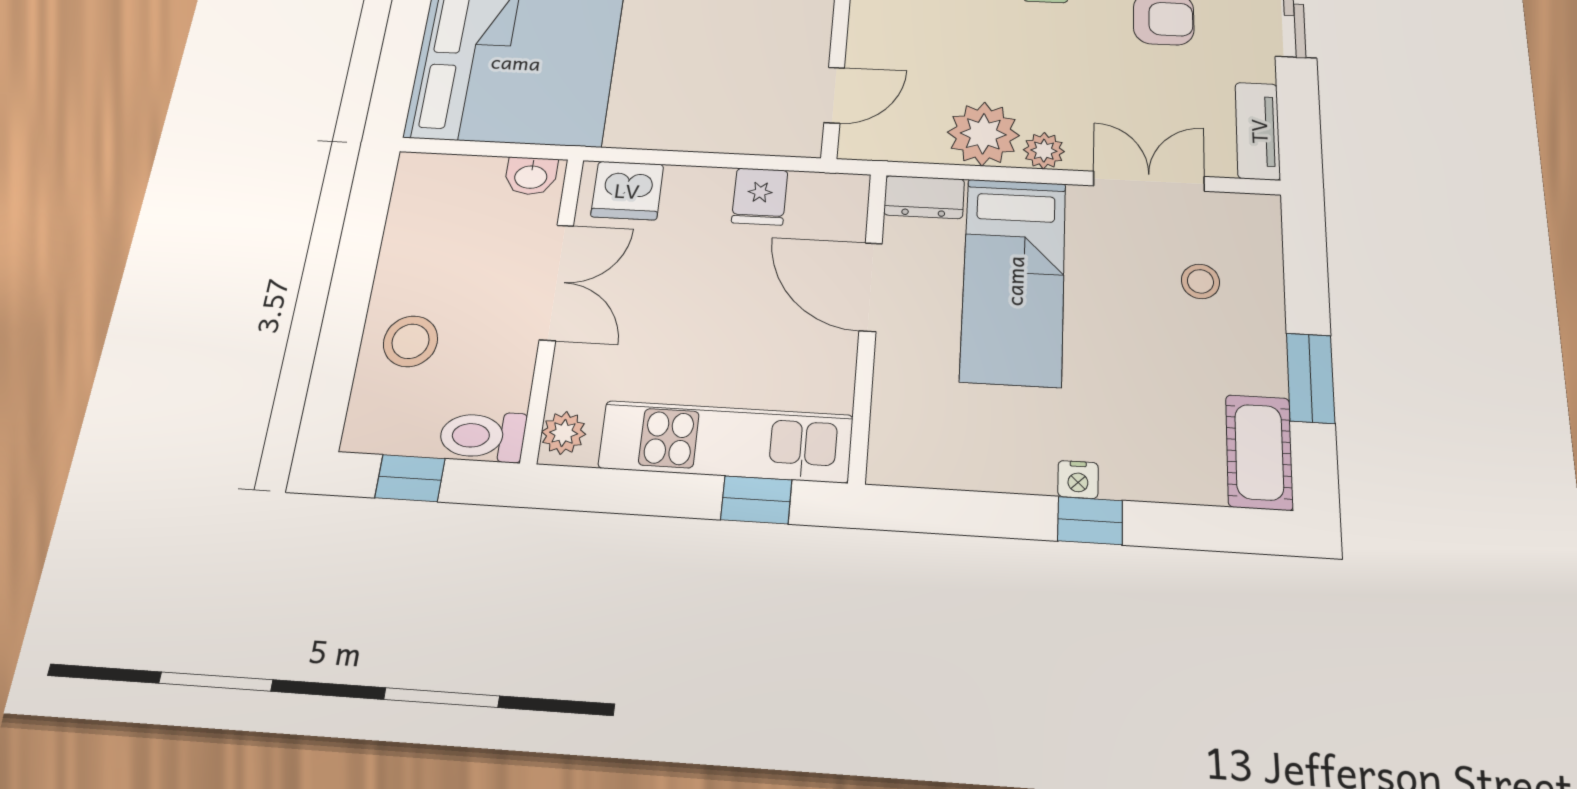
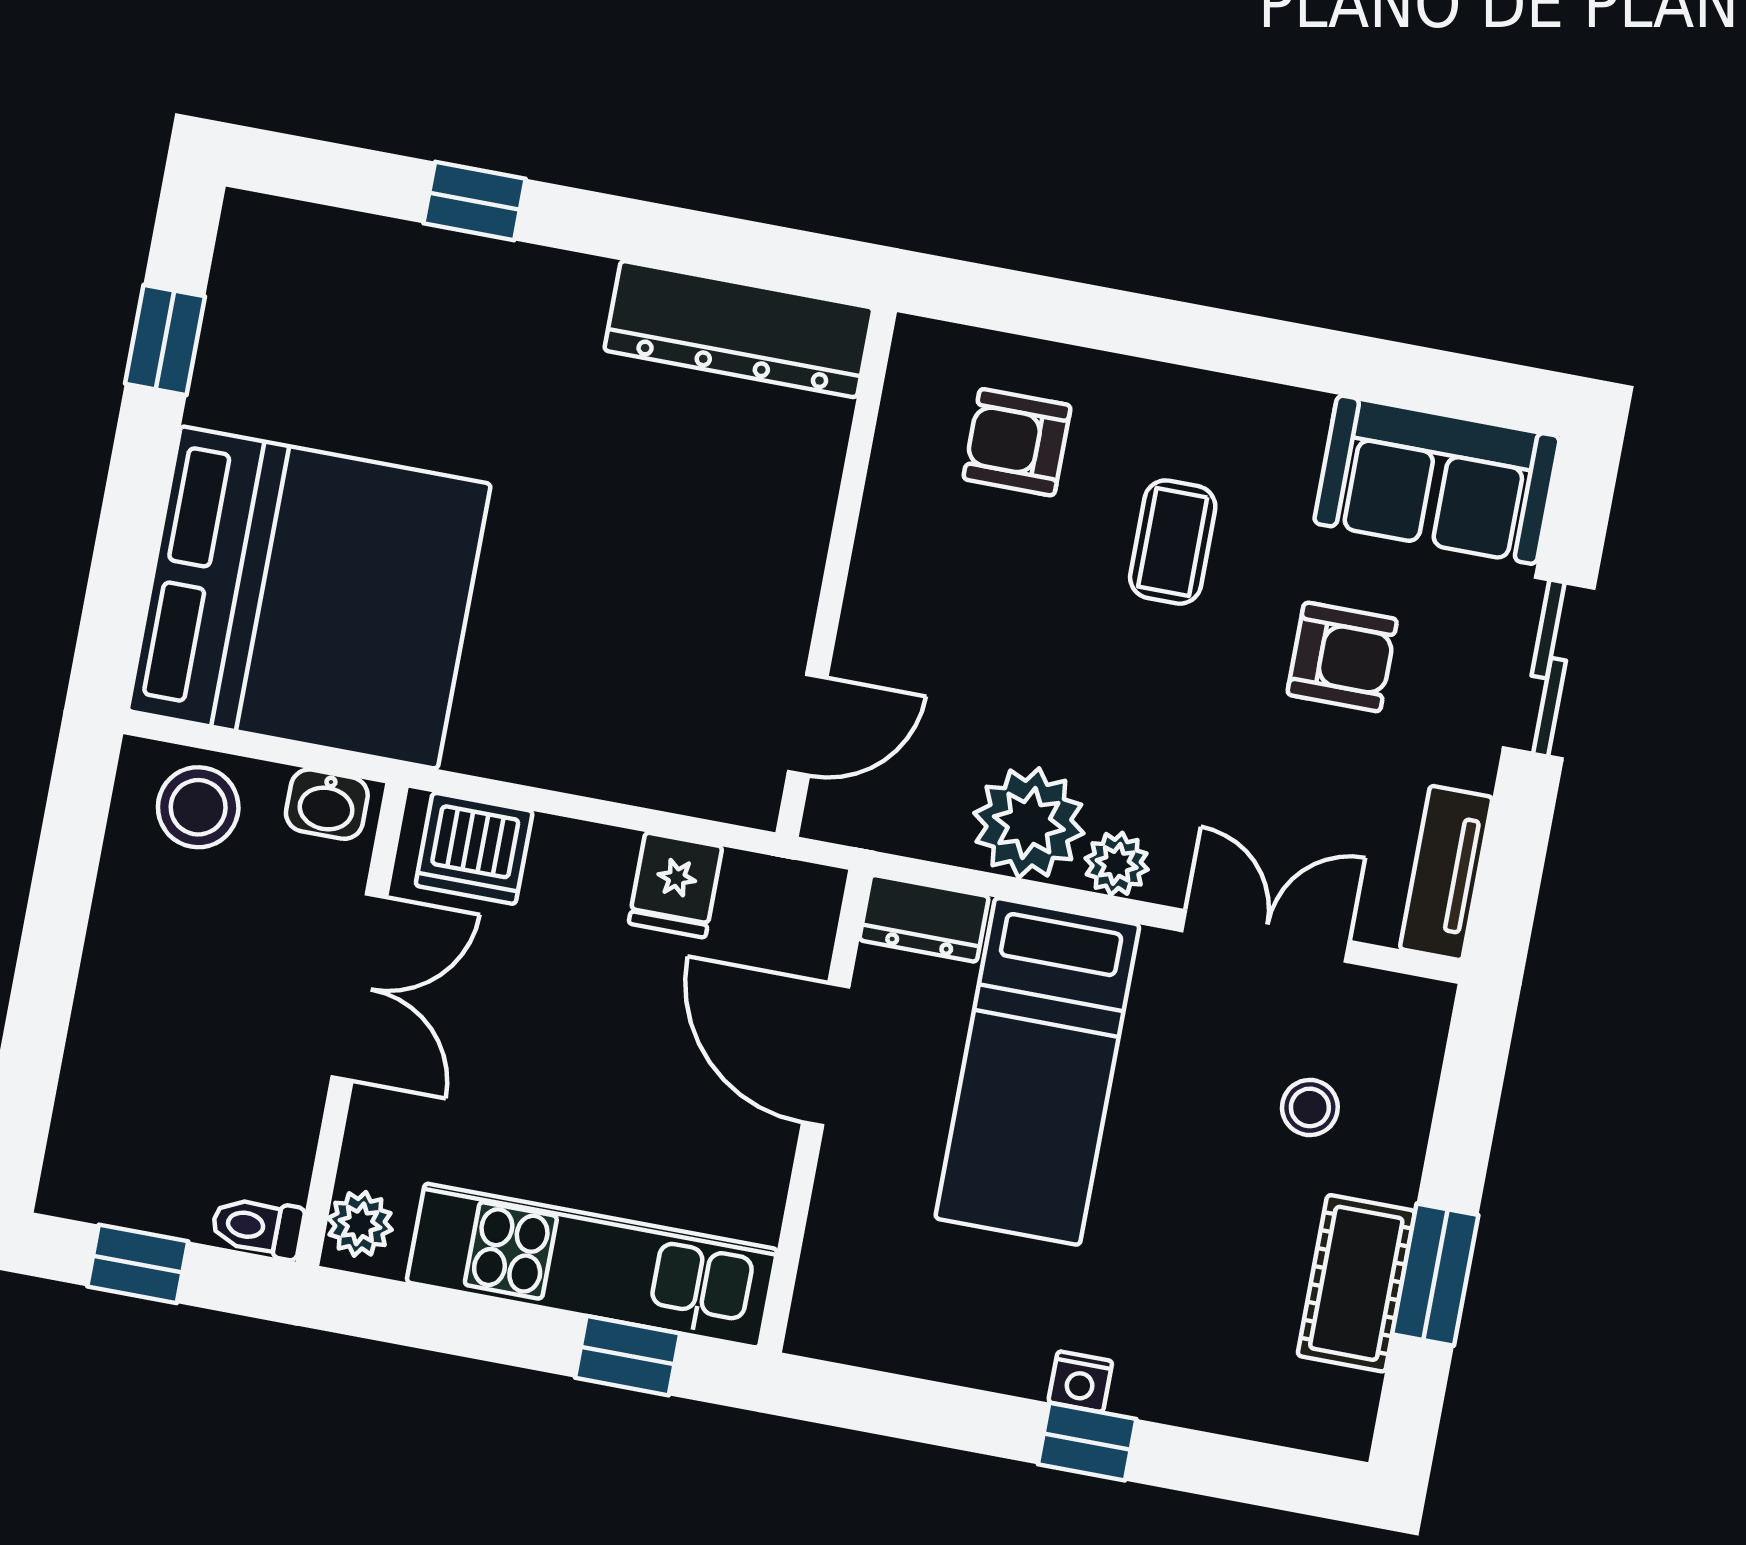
stool: (410, 341) -> (198, 807), moved
toilet: (482, 436) -> (258, 1227), width x0.73, depth x0.72
cot: (1259, 452) -> (1356, 1283), moved

